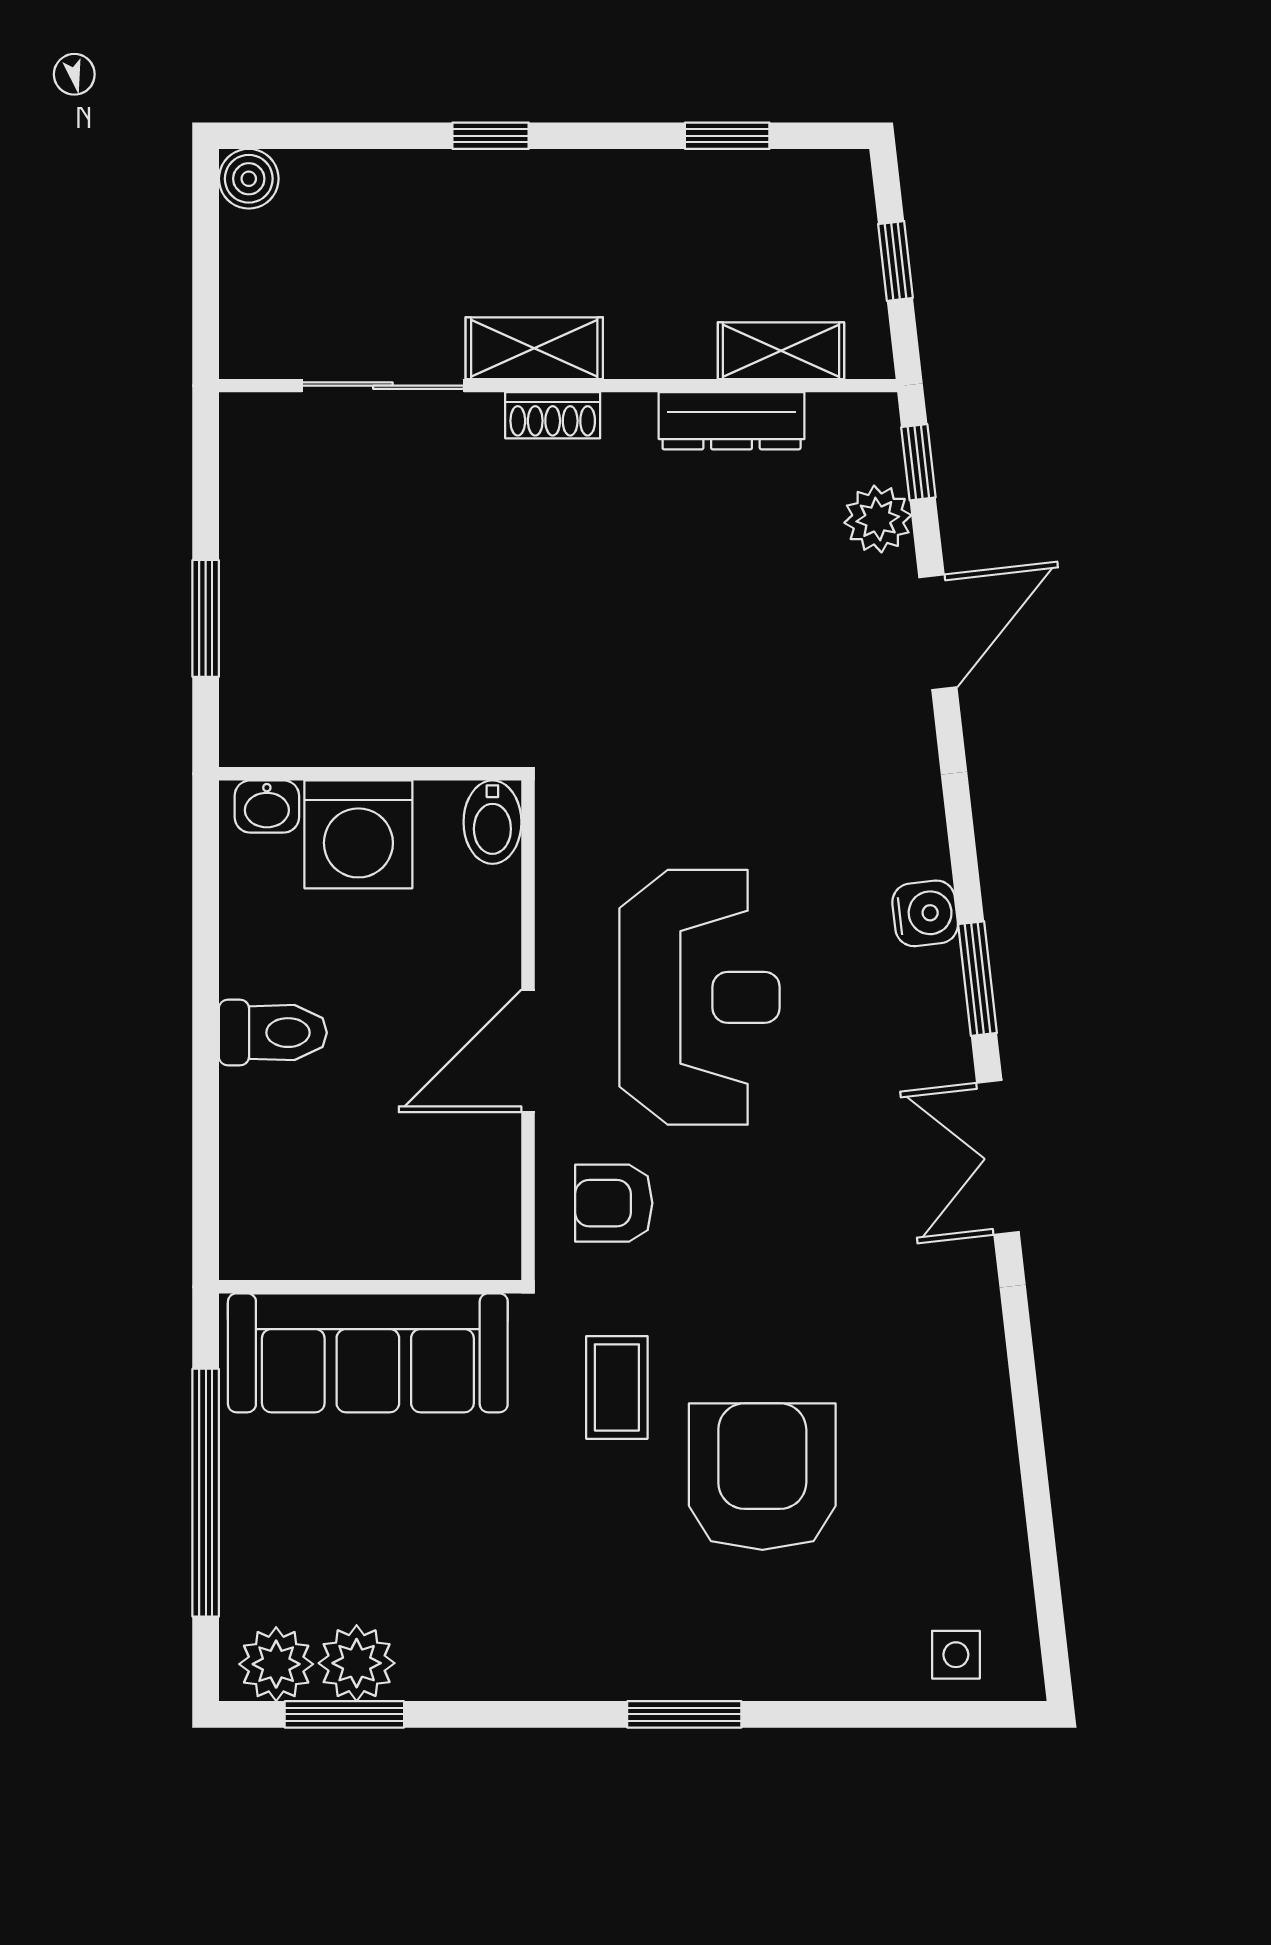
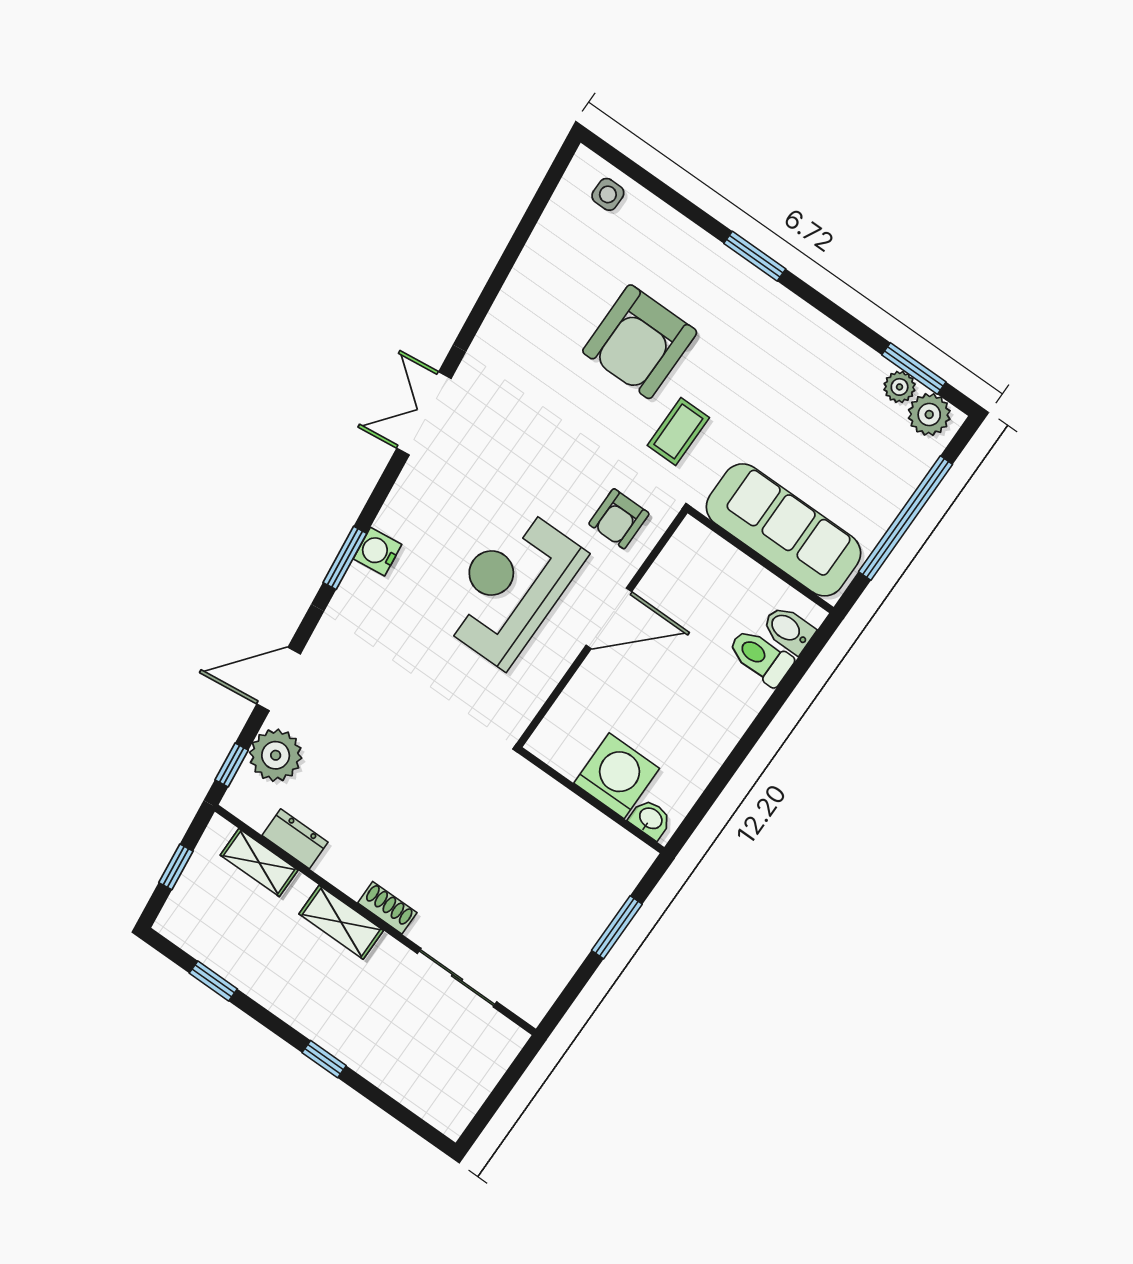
boiler: (249, 179) -> (452, 1119), removed
shelving: (534, 348) -> (341, 922), moved
dresser: (732, 421) -> (295, 839), width x0.70
plant: (878, 519) -> (276, 755), width x1.36, depth x1.36
bidet: (492, 822) -> (788, 630), moved, turned -90
window: (977, 979) -> (345, 558), moved
toilet: (273, 1033) -> (761, 657), moved
double door: (998, 1157) -> (424, 413), swing flipped
armchair: (614, 1203) -> (619, 519), turned 90
plant: (357, 1663) -> (900, 387), width x0.73, depth x0.73

